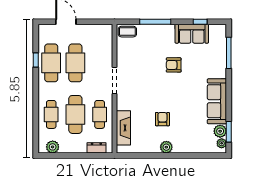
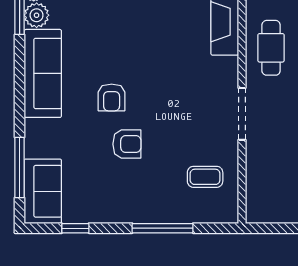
coffee table: (127, 32) -> (205, 177), moved
sofa: (192, 34) -> (43, 191), moved, turned 90
armchair: (162, 119) -> (112, 97), moved

